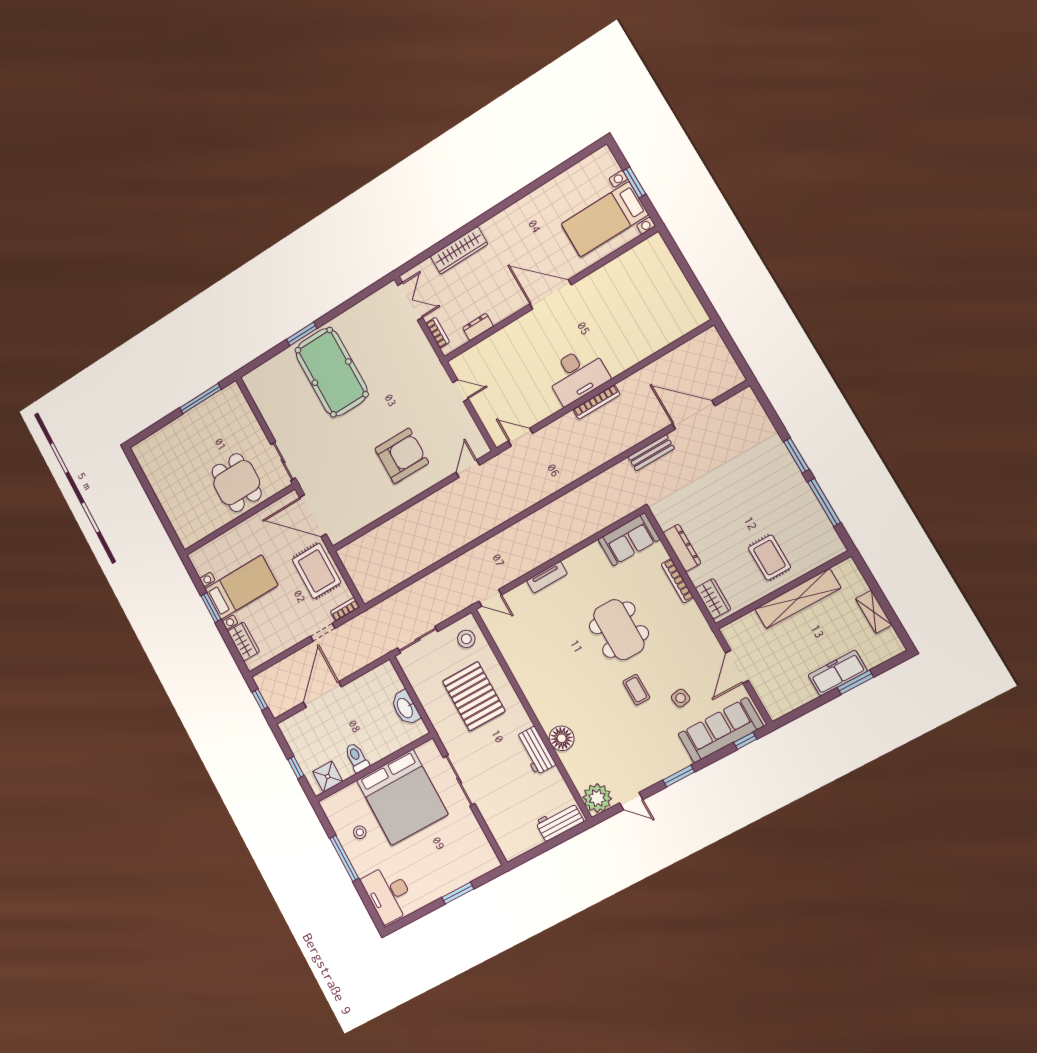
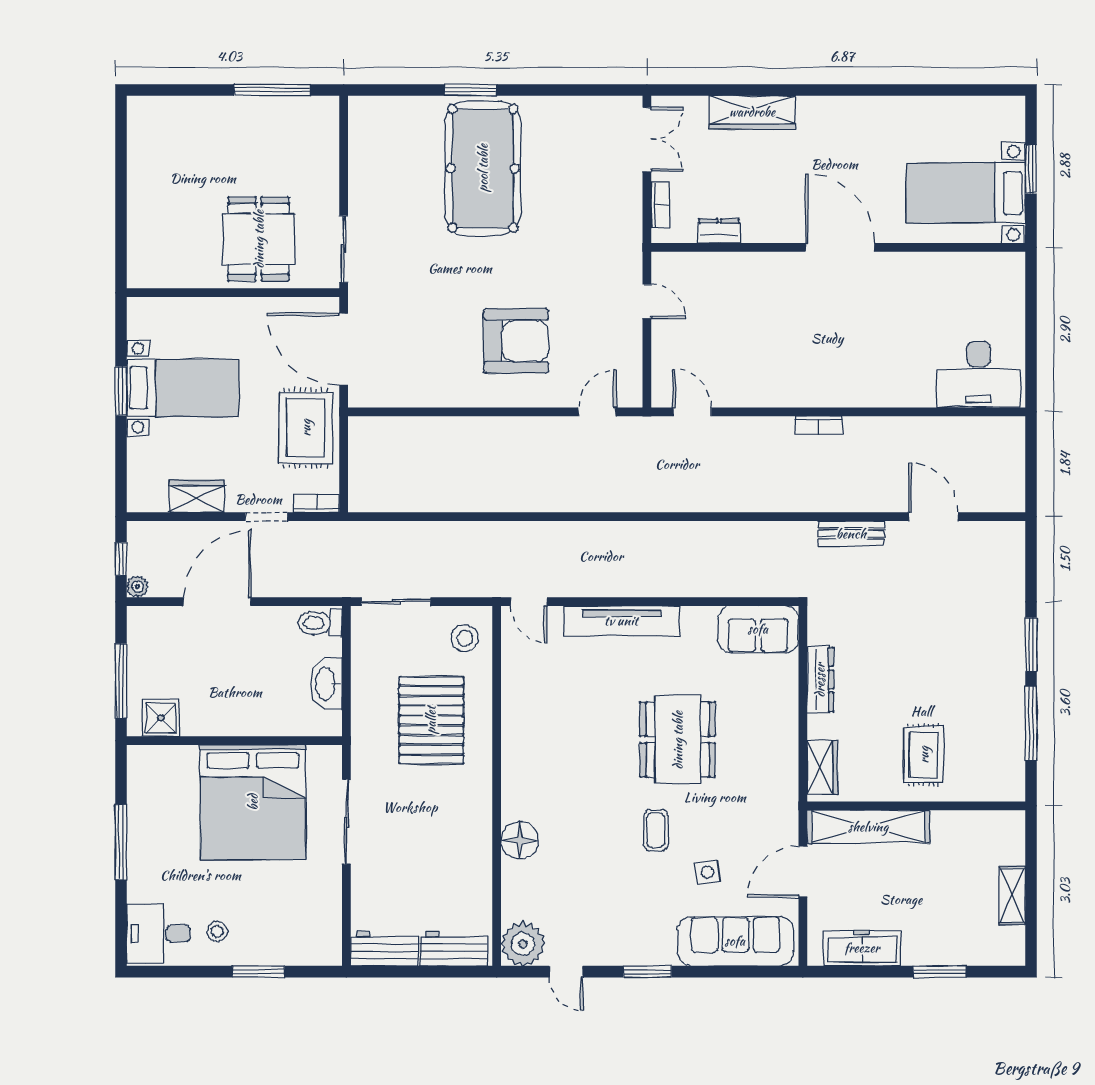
desk: (577, 375) -> (978, 374), moved
bookcase: (596, 402) -> (819, 425), width x0.64
door: (694, 415) -> (933, 517), width x0.73
tv unit: (547, 577) -> (621, 621), width x1.92, depth x1.29
bookcase: (677, 581) -> (790, 719), removed
shelving: (798, 599) -> (868, 827), moved
wardrobe: (244, 642) -> (197, 496), moved, turned -90
freezer: (838, 673) -> (862, 948), moved
plant: (276, 710) -> (137, 587), added
window: (745, 741) -> (759, 972), removed
workbench: (535, 750) -> (384, 949), moved, turned 90
toilet: (357, 758) -> (320, 623), moved, turned -90
window: (296, 767) -> (121, 681), width x2.17
stool: (360, 832) -> (217, 931), moved
desk: (388, 894) -> (158, 933), width x0.73

